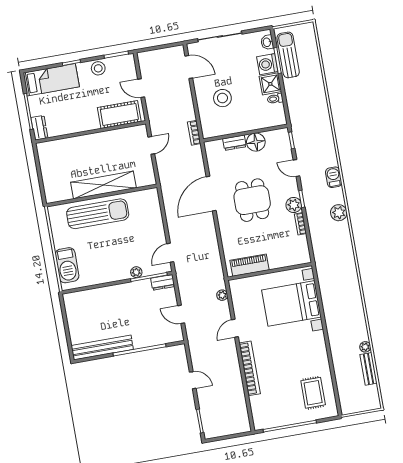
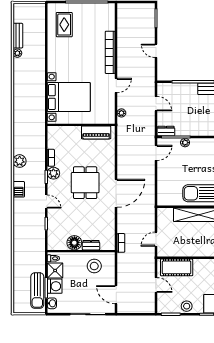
wall: (245, 133) -> (81, 251), moved
floor lamp: (256, 142) -> (74, 243), moved
dresser: (234, 143) -> (91, 245), moved

